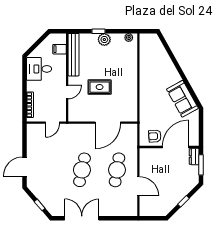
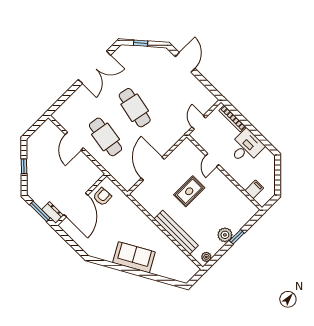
bench: (73, 55) -> (176, 232), moved
desk: (39, 69) -> (246, 147), moved
sofa: (182, 99) -> (134, 257), moved
door: (138, 186) -> (74, 141), hinge flipped

